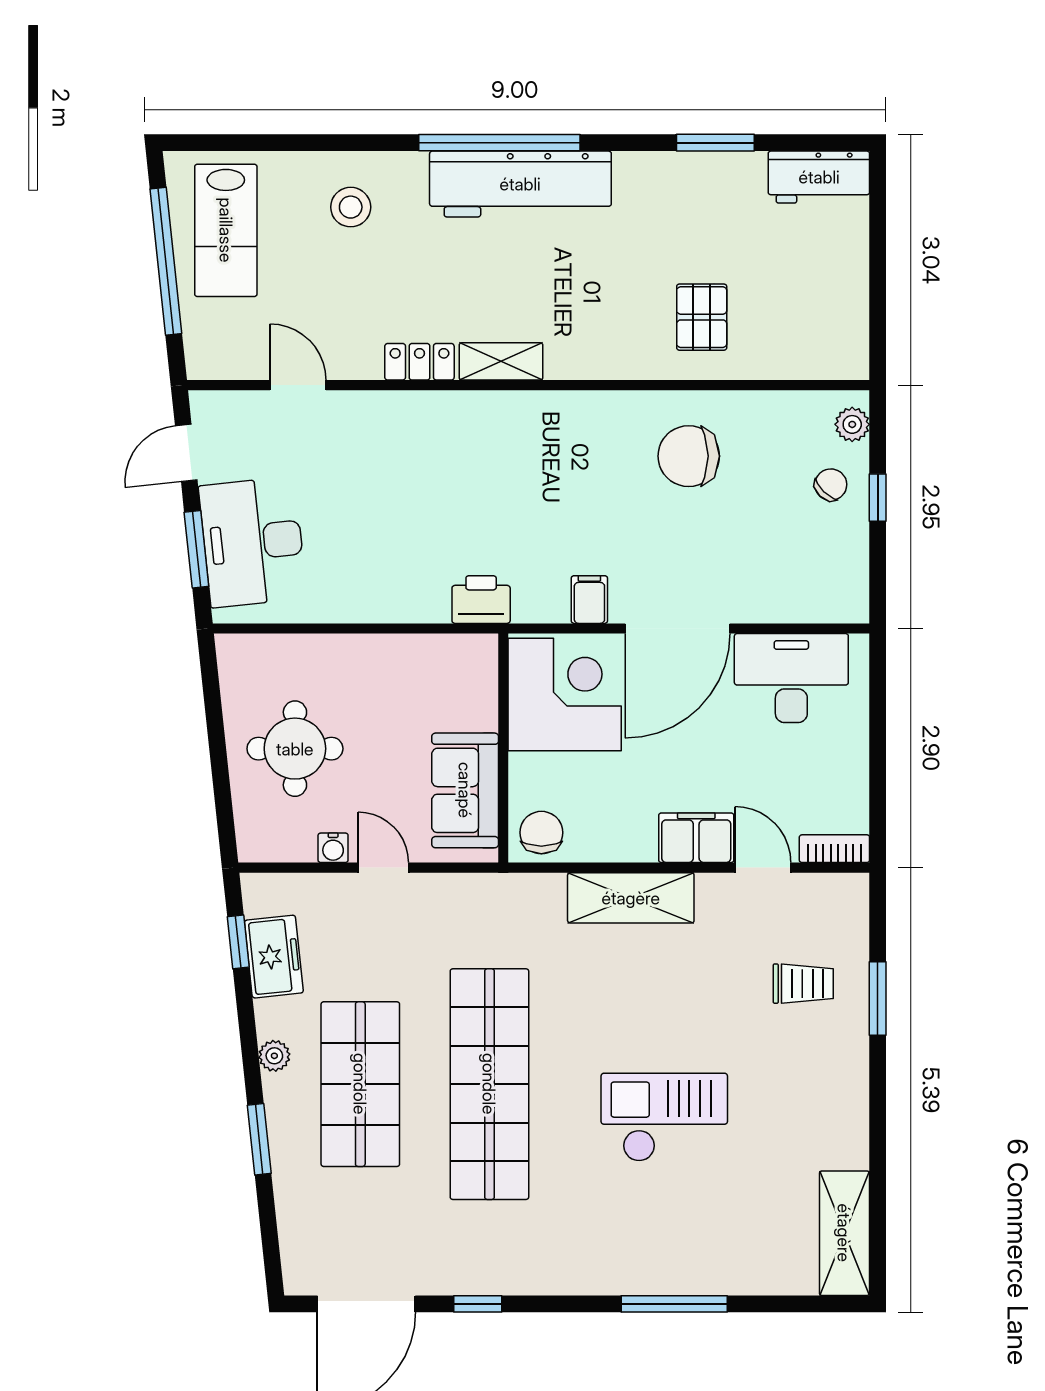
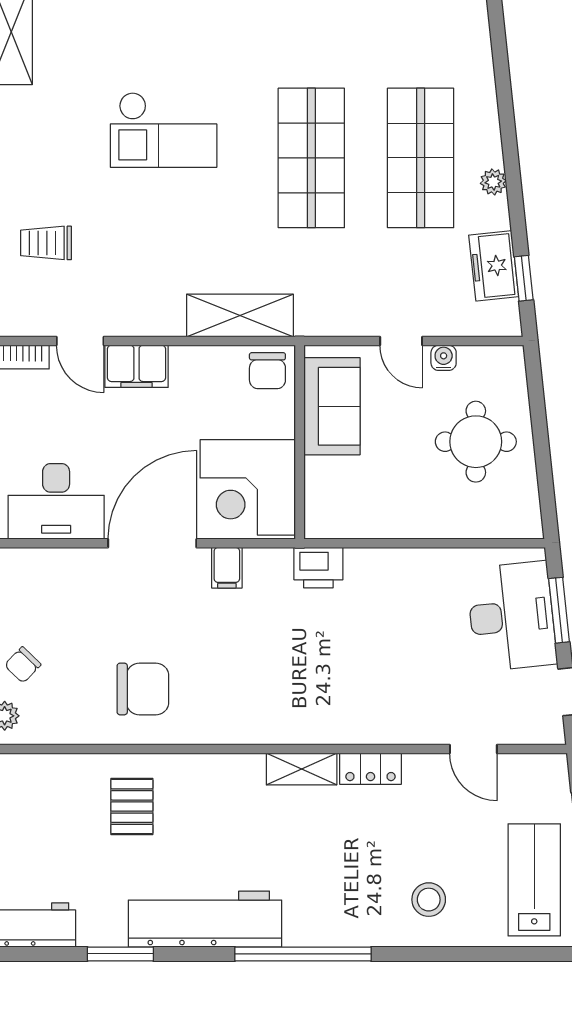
workbench: (520, 184) -> (205, 919), moved
shelving: (631, 898) -> (240, 315), moved
shop shelf: (489, 1084) -> (311, 158), width x0.71
window: (259, 1139) -> (506, 111), removed

